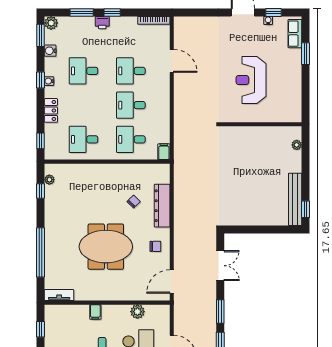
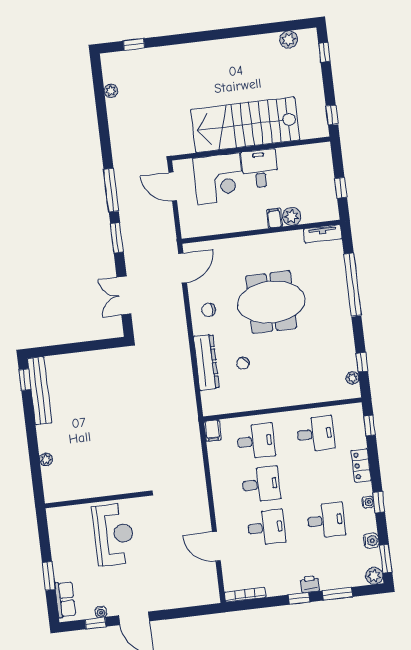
wall: (261, 124) -> (97, 500), moved
plant: (137, 312) -> (292, 216), moved

